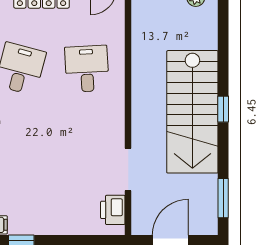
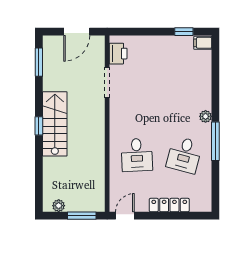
stairs: (192, 112) -> (55, 124), width x0.73, depth x0.66

